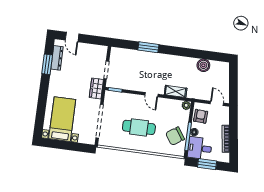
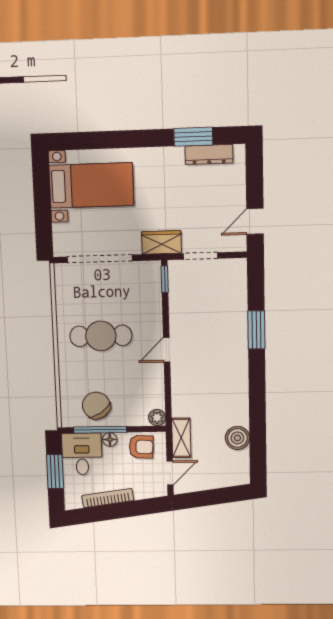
door: (72, 37) -> (255, 221), moved
shelving: (176, 91) -> (181, 438), moved
cafe table: (139, 127) -> (101, 336), turned 90

